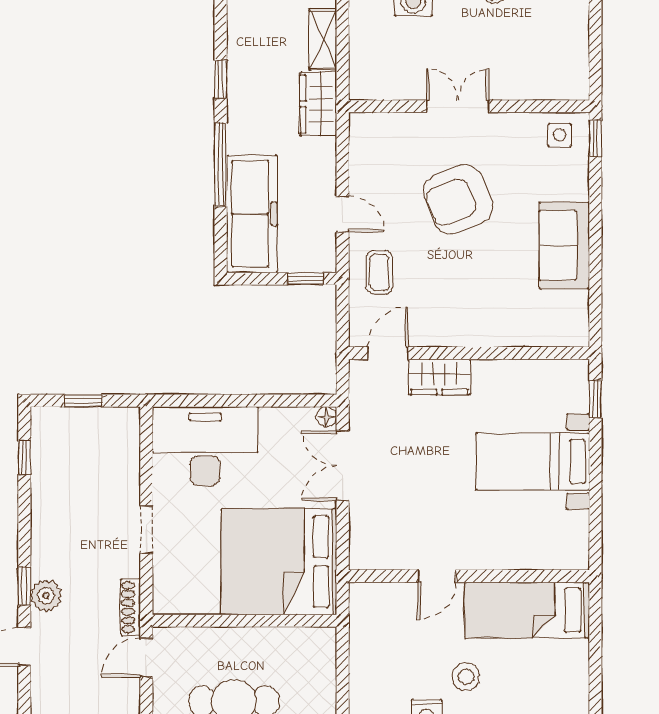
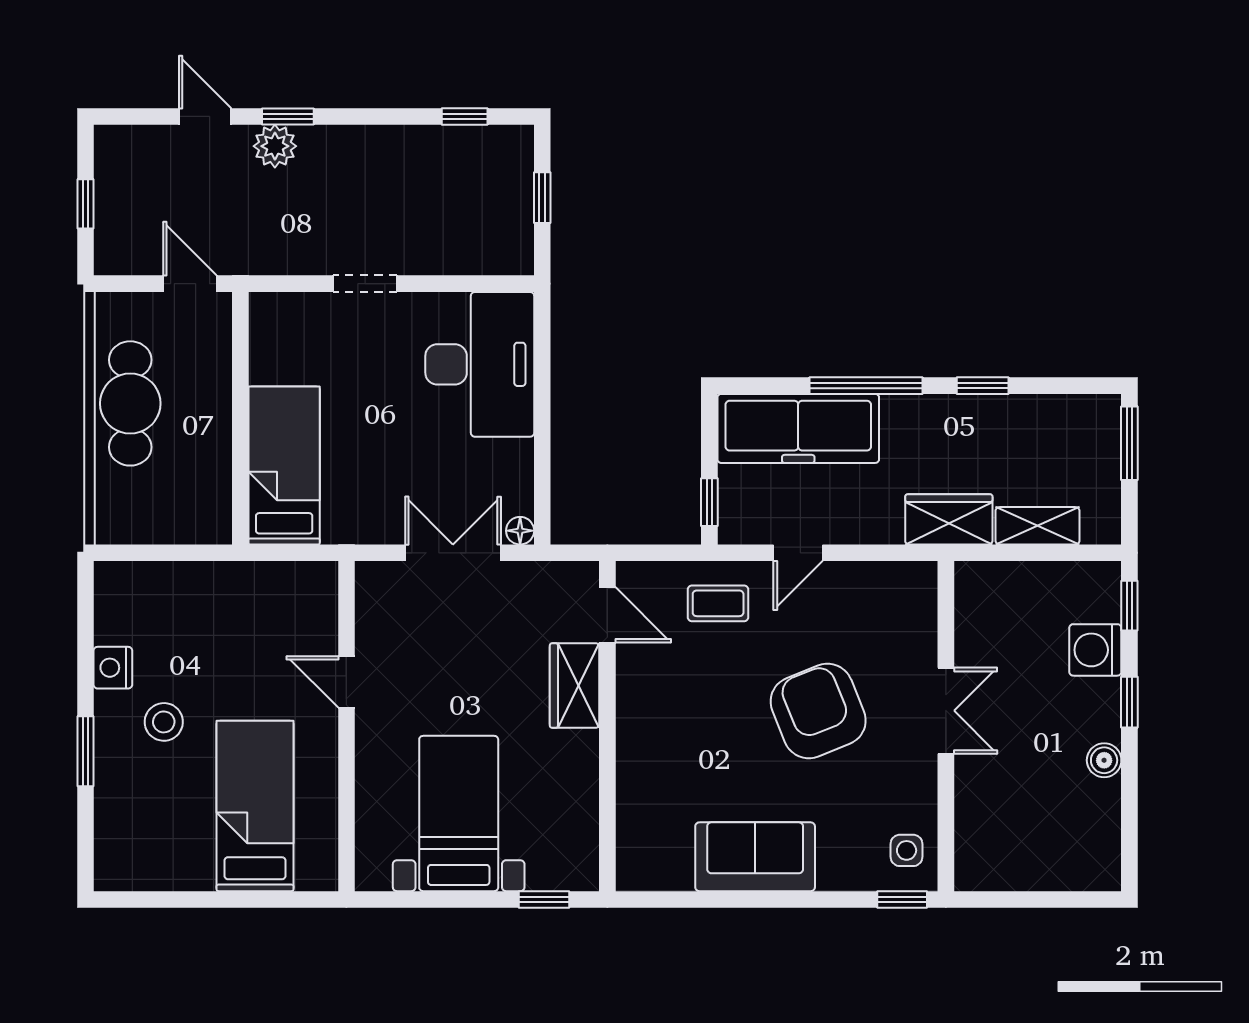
bed: (279, 562) -> (284, 466), width x0.49
door: (437, 576) -> (346, 682), moved
wall: (469, 576) -> (346, 726), moved
shoe rack: (131, 607) -> (259, 262), removed

